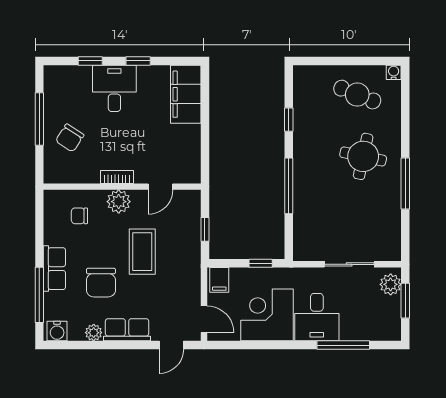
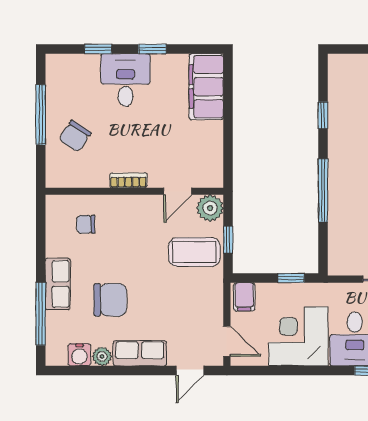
plant: (119, 202) -> (210, 208), moved
coffee table: (142, 252) -> (194, 252), moved, turned 90
chair: (101, 283) -> (110, 300), turned -90
water cooler: (57, 331) -> (79, 355), moved

